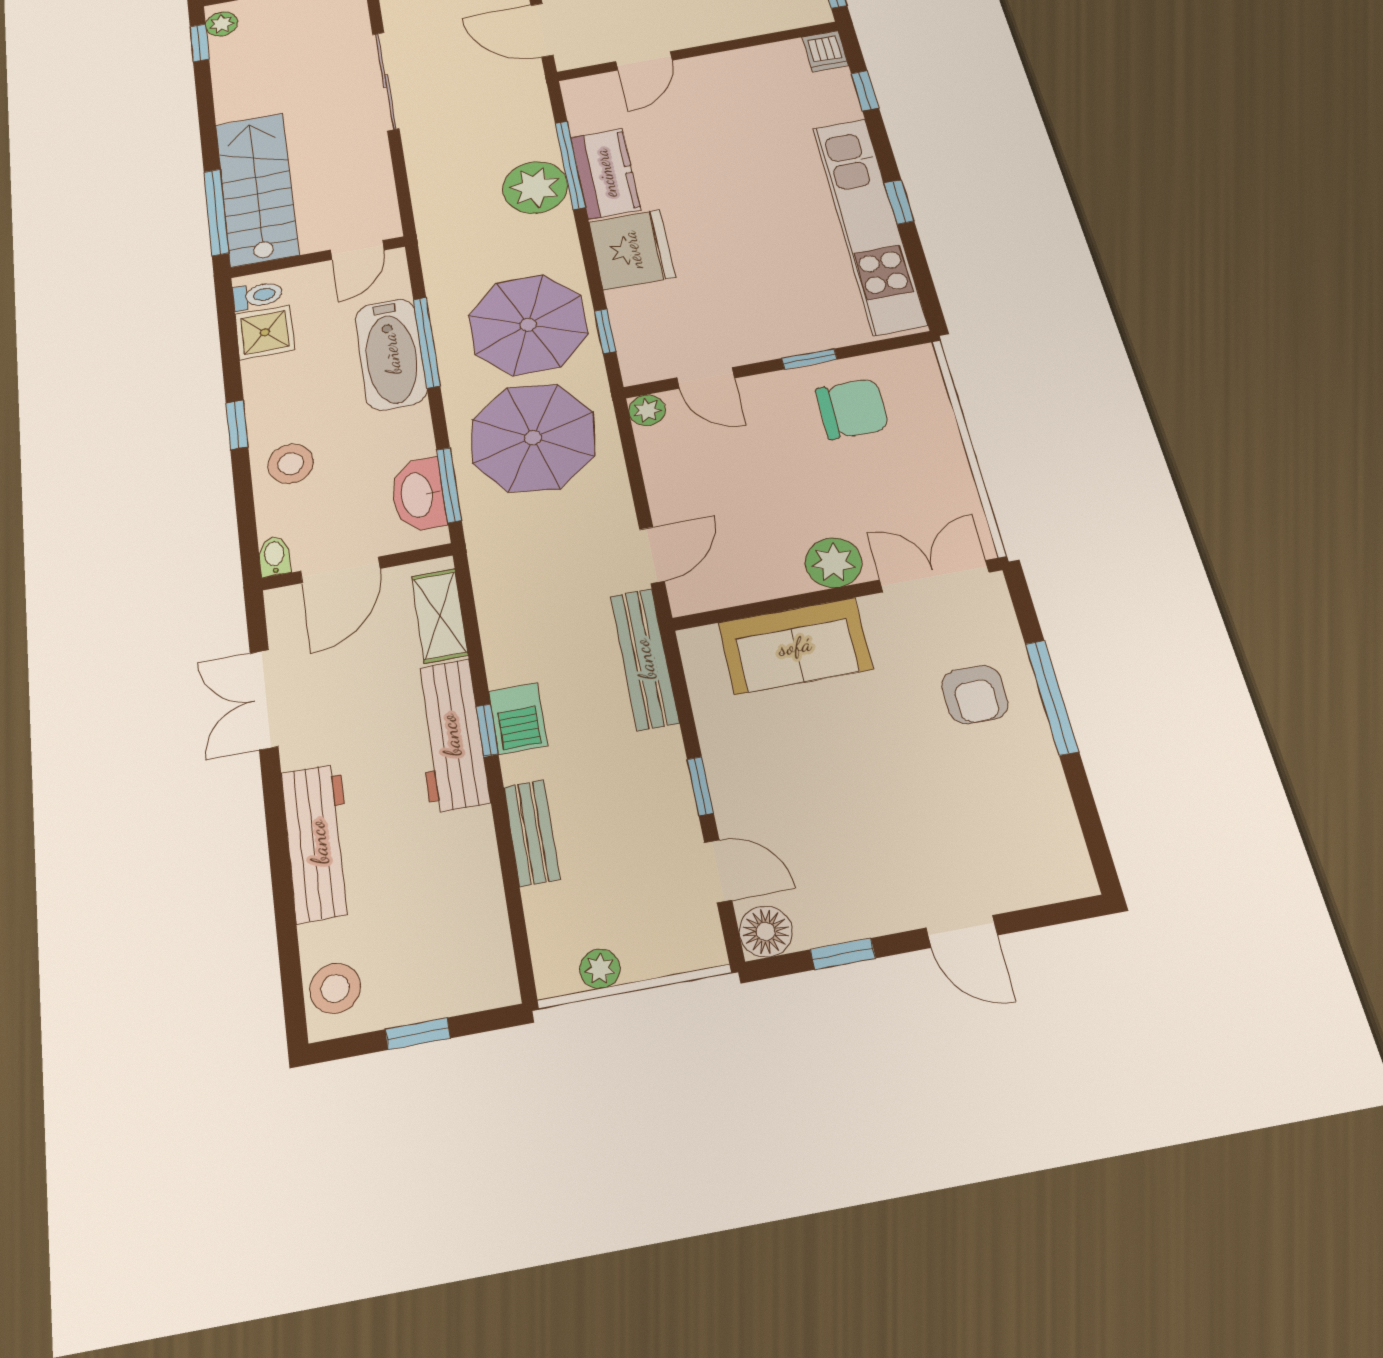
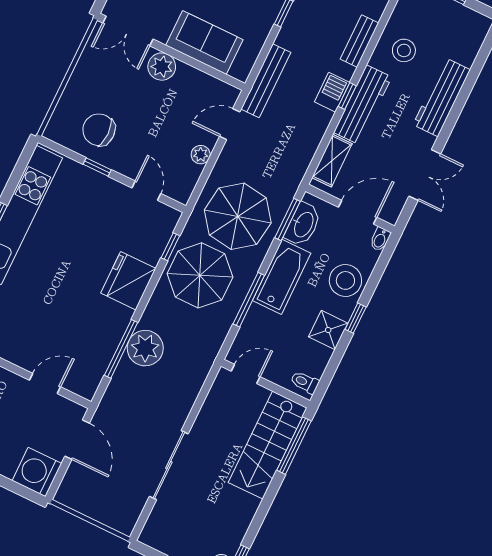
kitchen counter: (605, 173) -> (109, 332), removed
shower: (265, 332) -> (328, 330), moved
bathtub: (391, 354) -> (282, 277), moved
plant: (647, 410) -> (201, 155), moved
stool: (291, 464) -> (345, 280), width x1.38, depth x1.38
stool: (335, 988) -> (404, 50), moved

